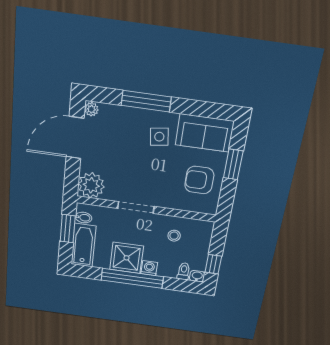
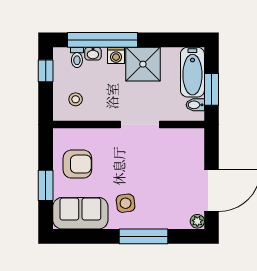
plant: (91, 185) -> (190, 142), removed
stool: (174, 236) -> (76, 99), moved
washbasin: (197, 276) -> (93, 54), moved
window: (132, 278) -> (102, 40), moved

